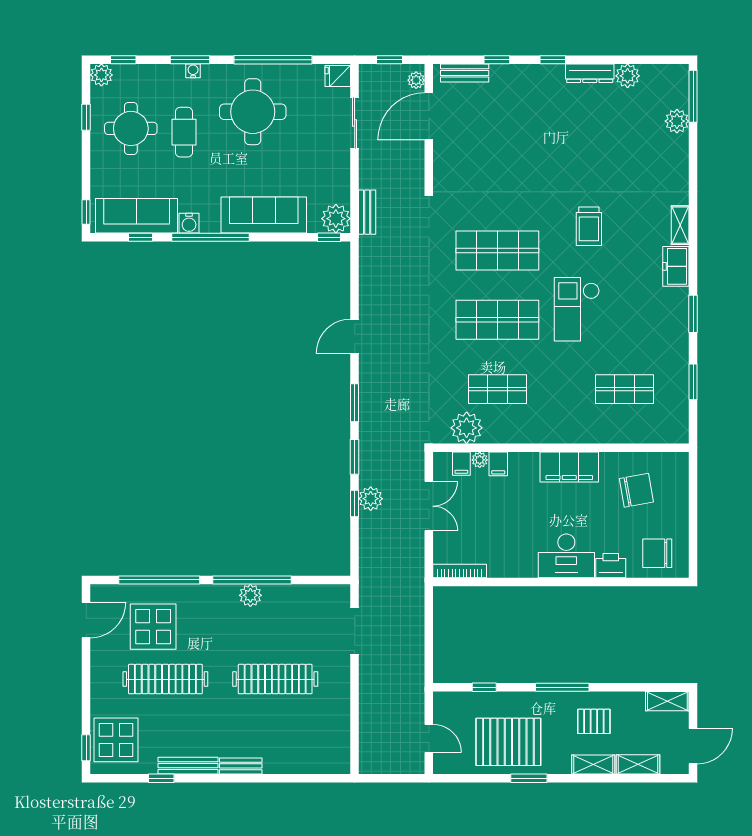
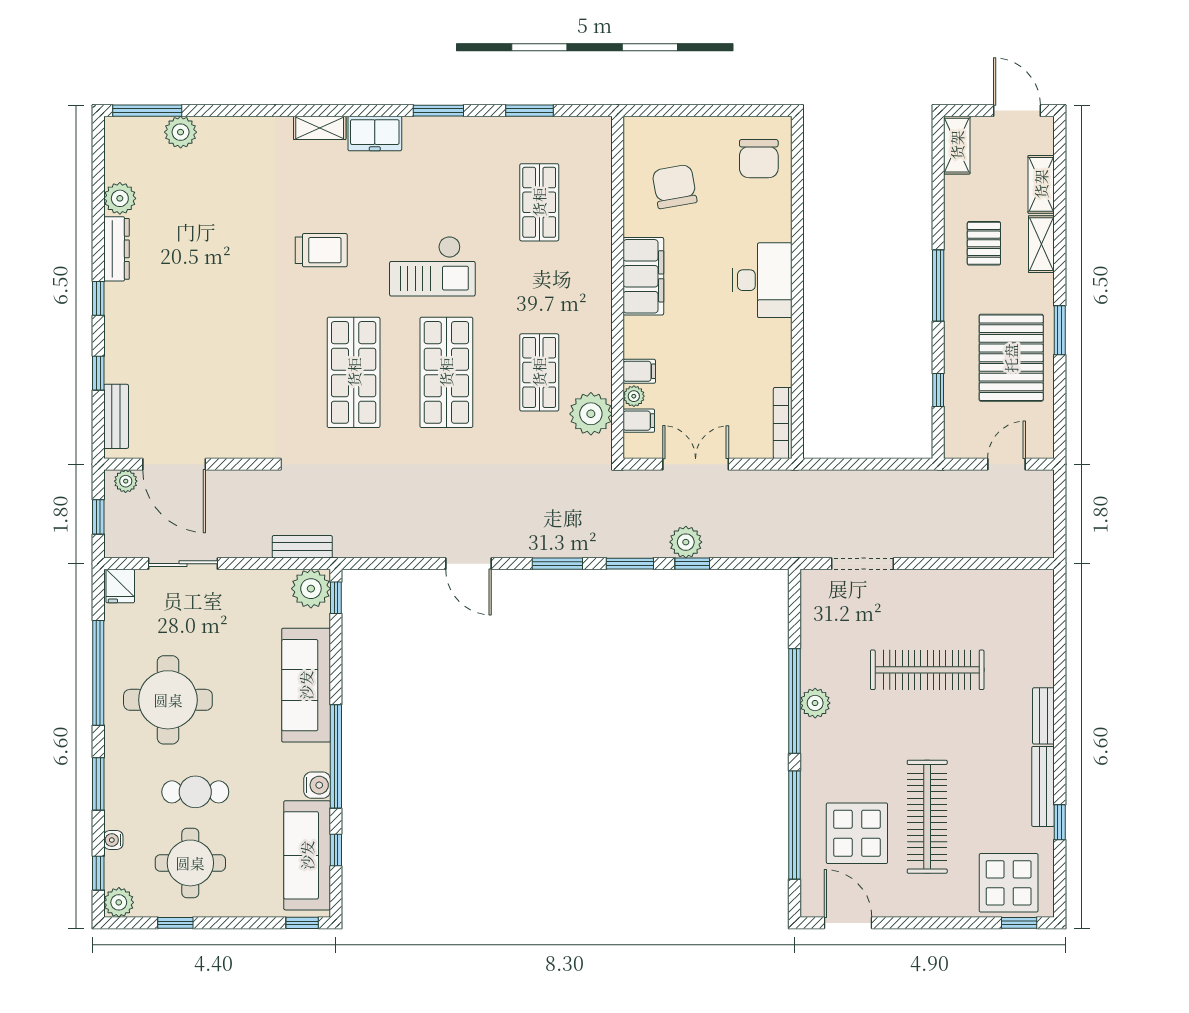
water cooler: (193, 71) -> (113, 840), moved
printer: (611, 566) -> (775, 221), removed
clothes rail: (275, 679) -> (927, 670), turned 90

